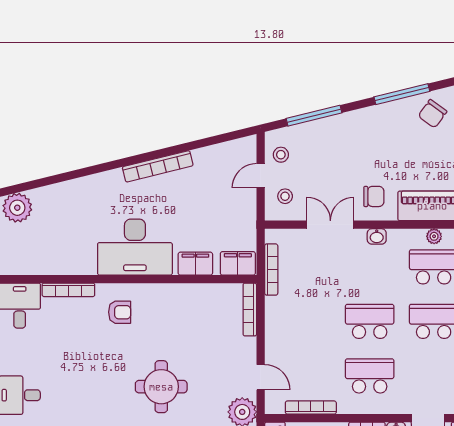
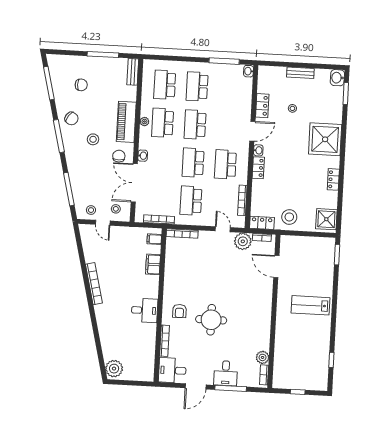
stool: (400, 152) -> (93, 139), added
double door: (330, 225) -> (134, 183), width x1.37
desk: (135, 247) -> (145, 310), width x0.53, depth x0.77
filing cabinet: (238, 263) -> (154, 239), width x0.50
armchair: (120, 312) -> (179, 311), turned 180
school desk: (306, 321) -> (191, 201), added
door: (261, 377) -> (223, 229), hinge flipped
round table: (161, 387) -> (211, 320), moved

